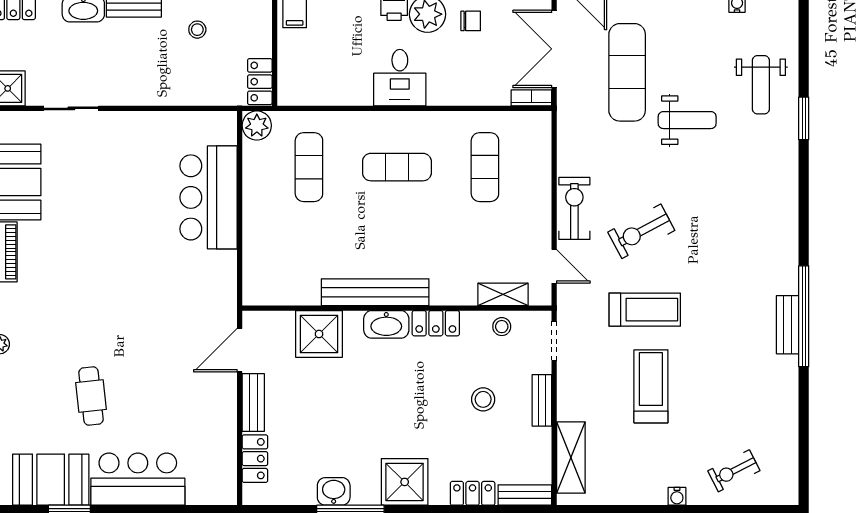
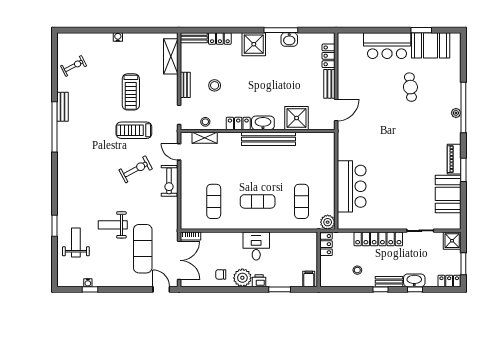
locker: (155, 92) -> (378, 239), added
bench: (788, 325) -> (63, 107), moved
exercise bike: (734, 471) -> (74, 66), moved

